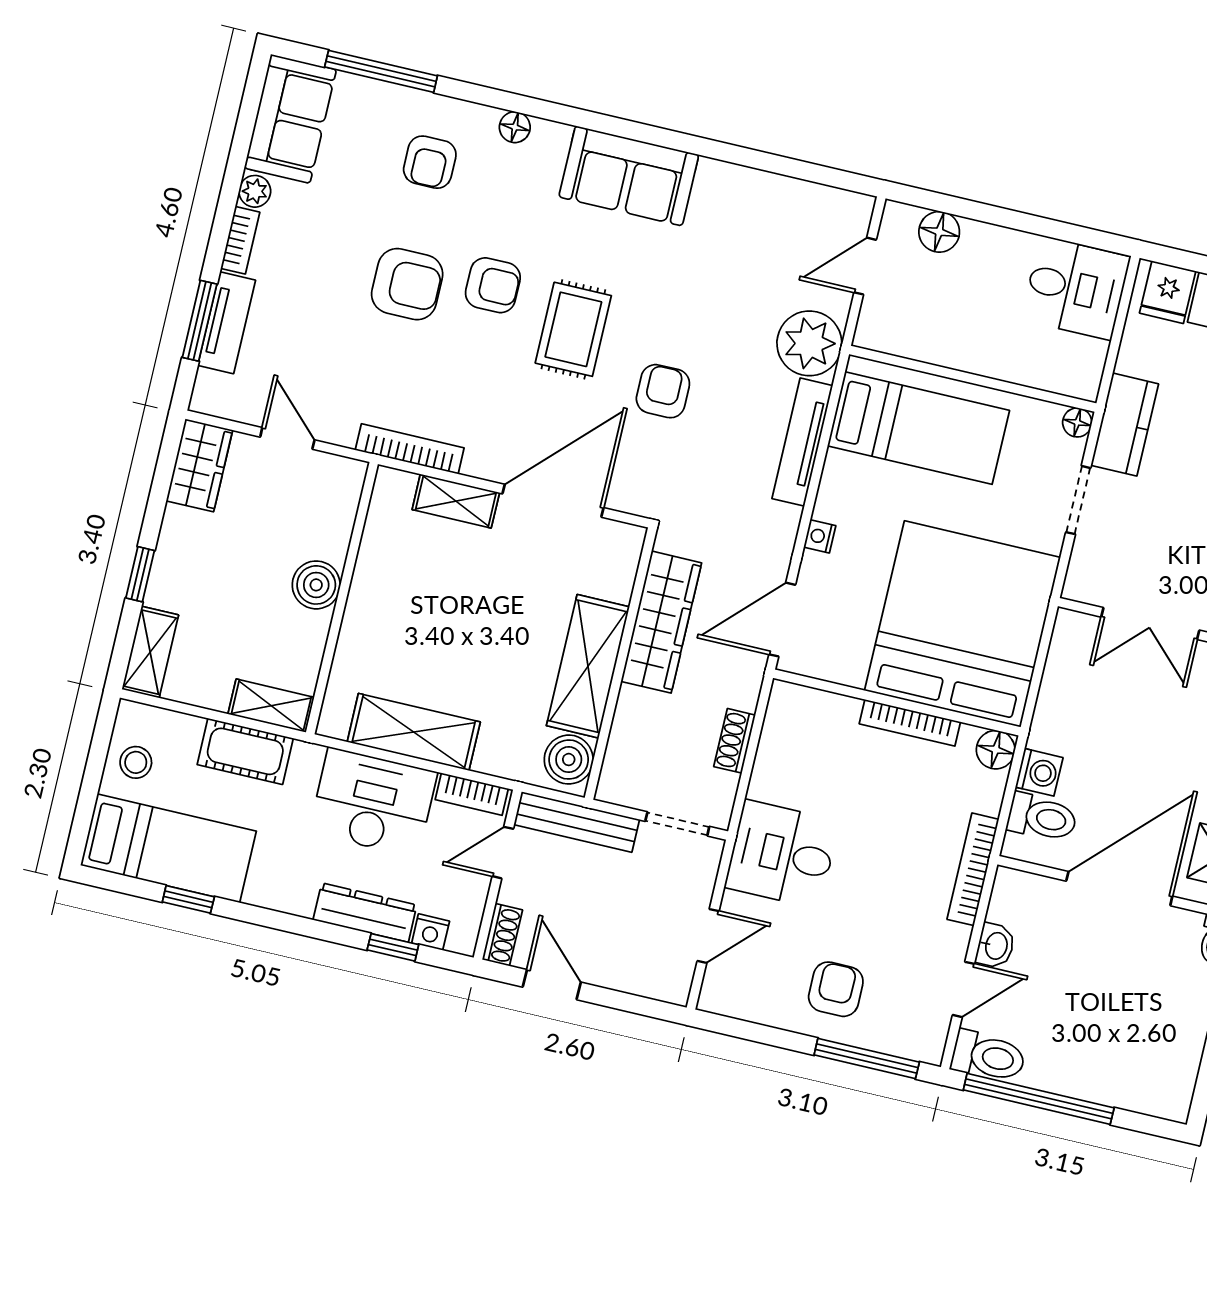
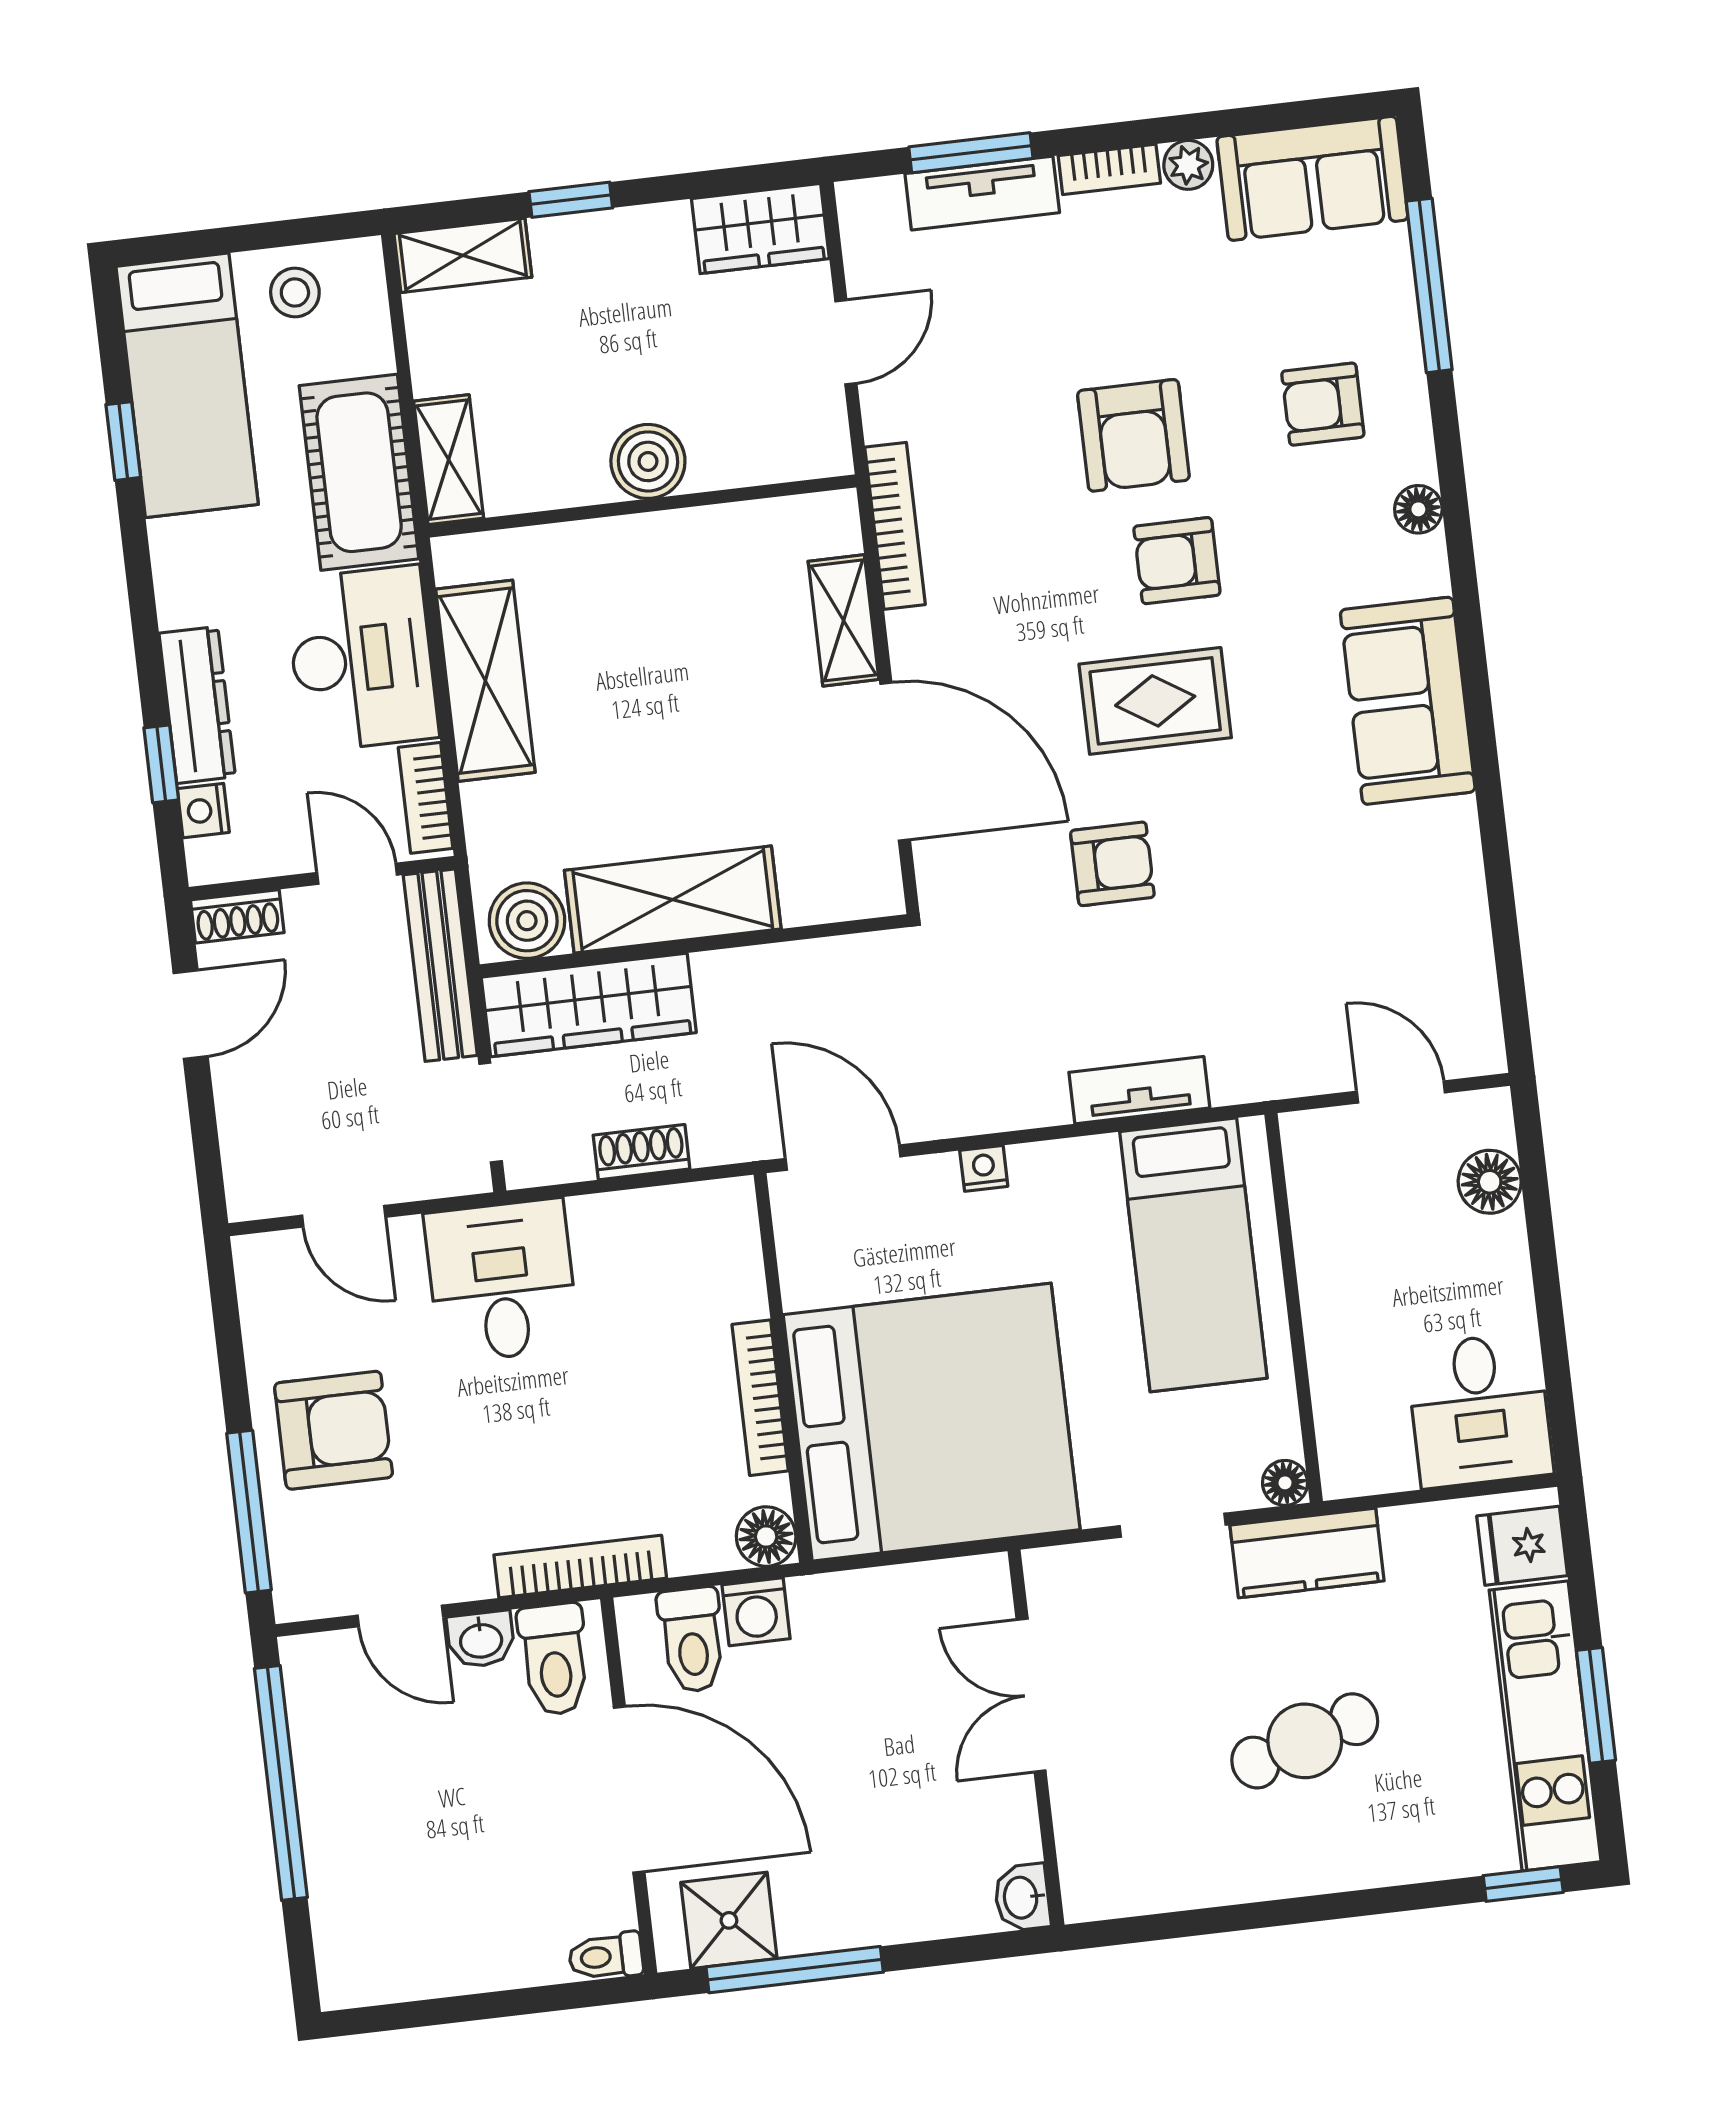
armchair: (493, 285) -> (1177, 561), turned 90
plant: (809, 343) -> (1259, 1052), removed
tv unit: (802, 442) -> (1139, 1090), width x0.71
wardrobe: (661, 622) -> (589, 1005), moved
cot: (245, 751) -> (359, 472), width x1.37, depth x1.34
armchair: (836, 989) -> (334, 1430), width x1.38, depth x1.38
toilet: (988, 1056) -> (554, 1659), moved

